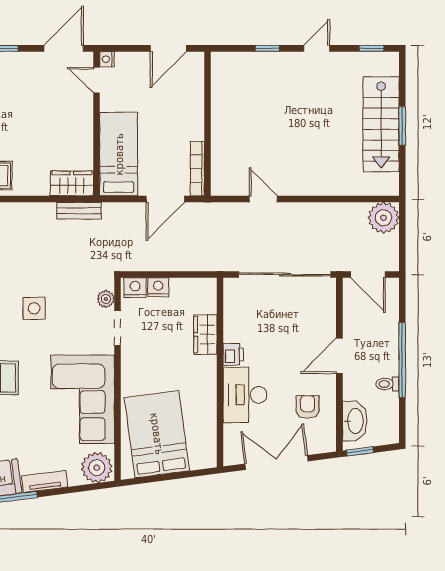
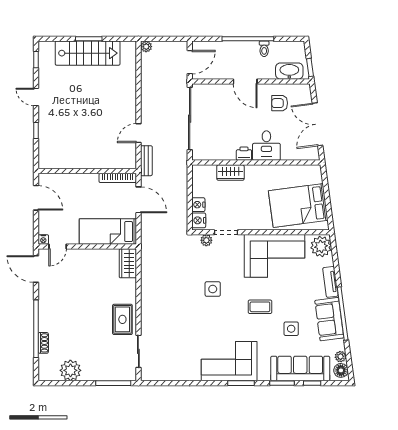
bench: (79, 211) -> (146, 161), moved
plant: (384, 218) -> (146, 47), width x0.53, depth x0.53
desk: (245, 395) -> (266, 146), width x0.73

